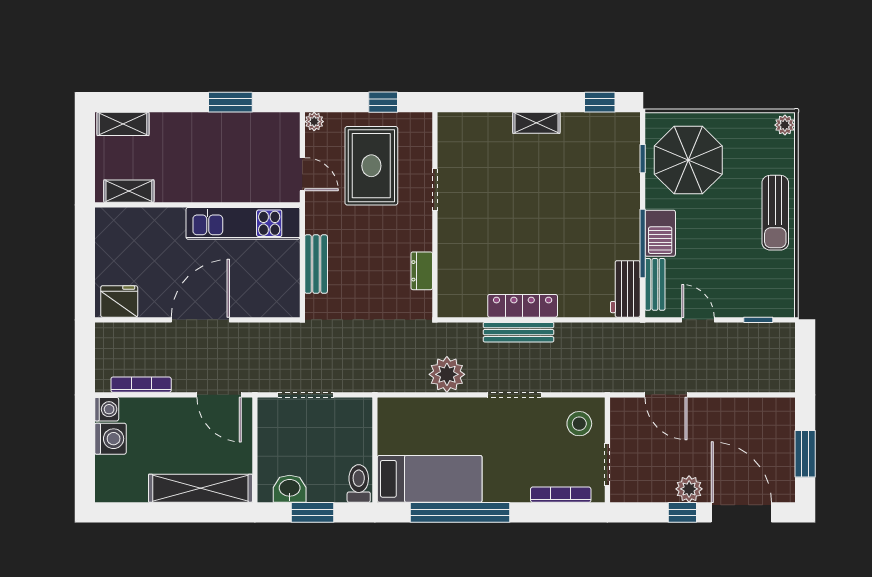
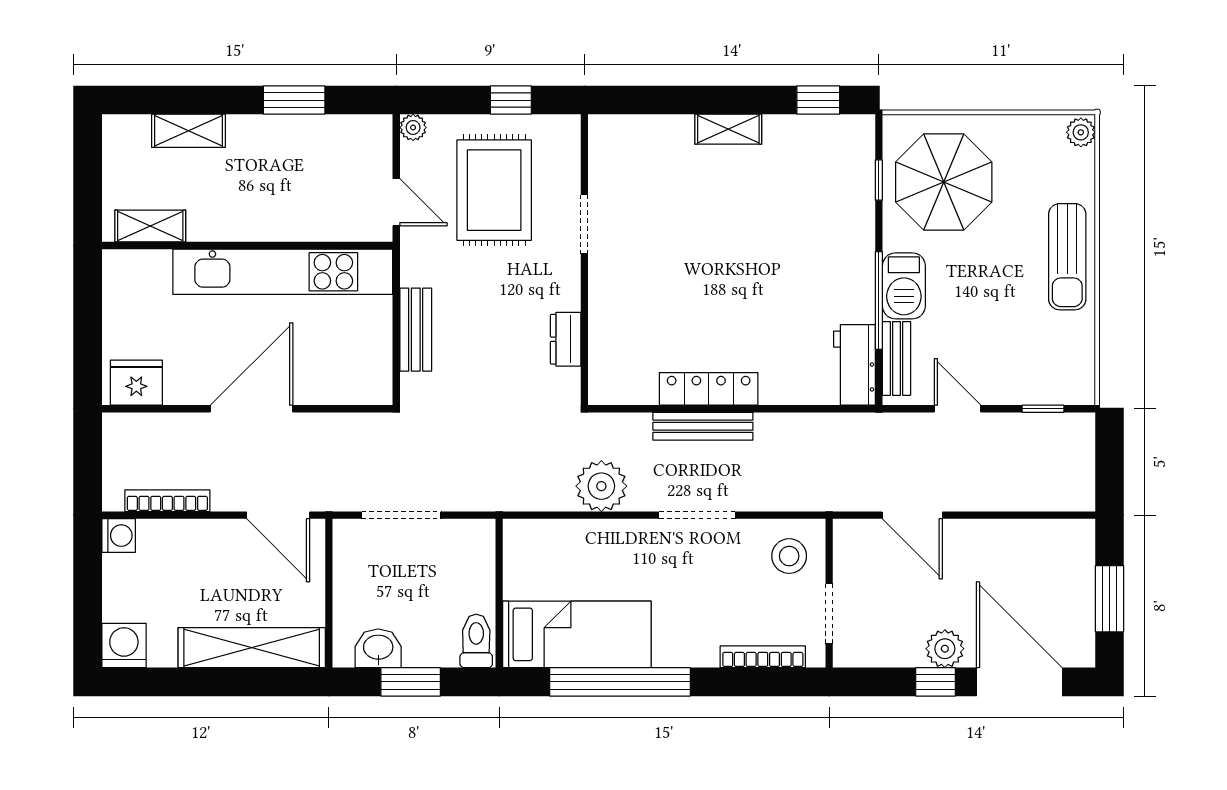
shelving: (123, 124) -> (189, 131), moved
kitchen unit: (243, 223) -> (283, 272), width x1.36
washing machine: (110, 439) -> (124, 646), moved, turned -90

